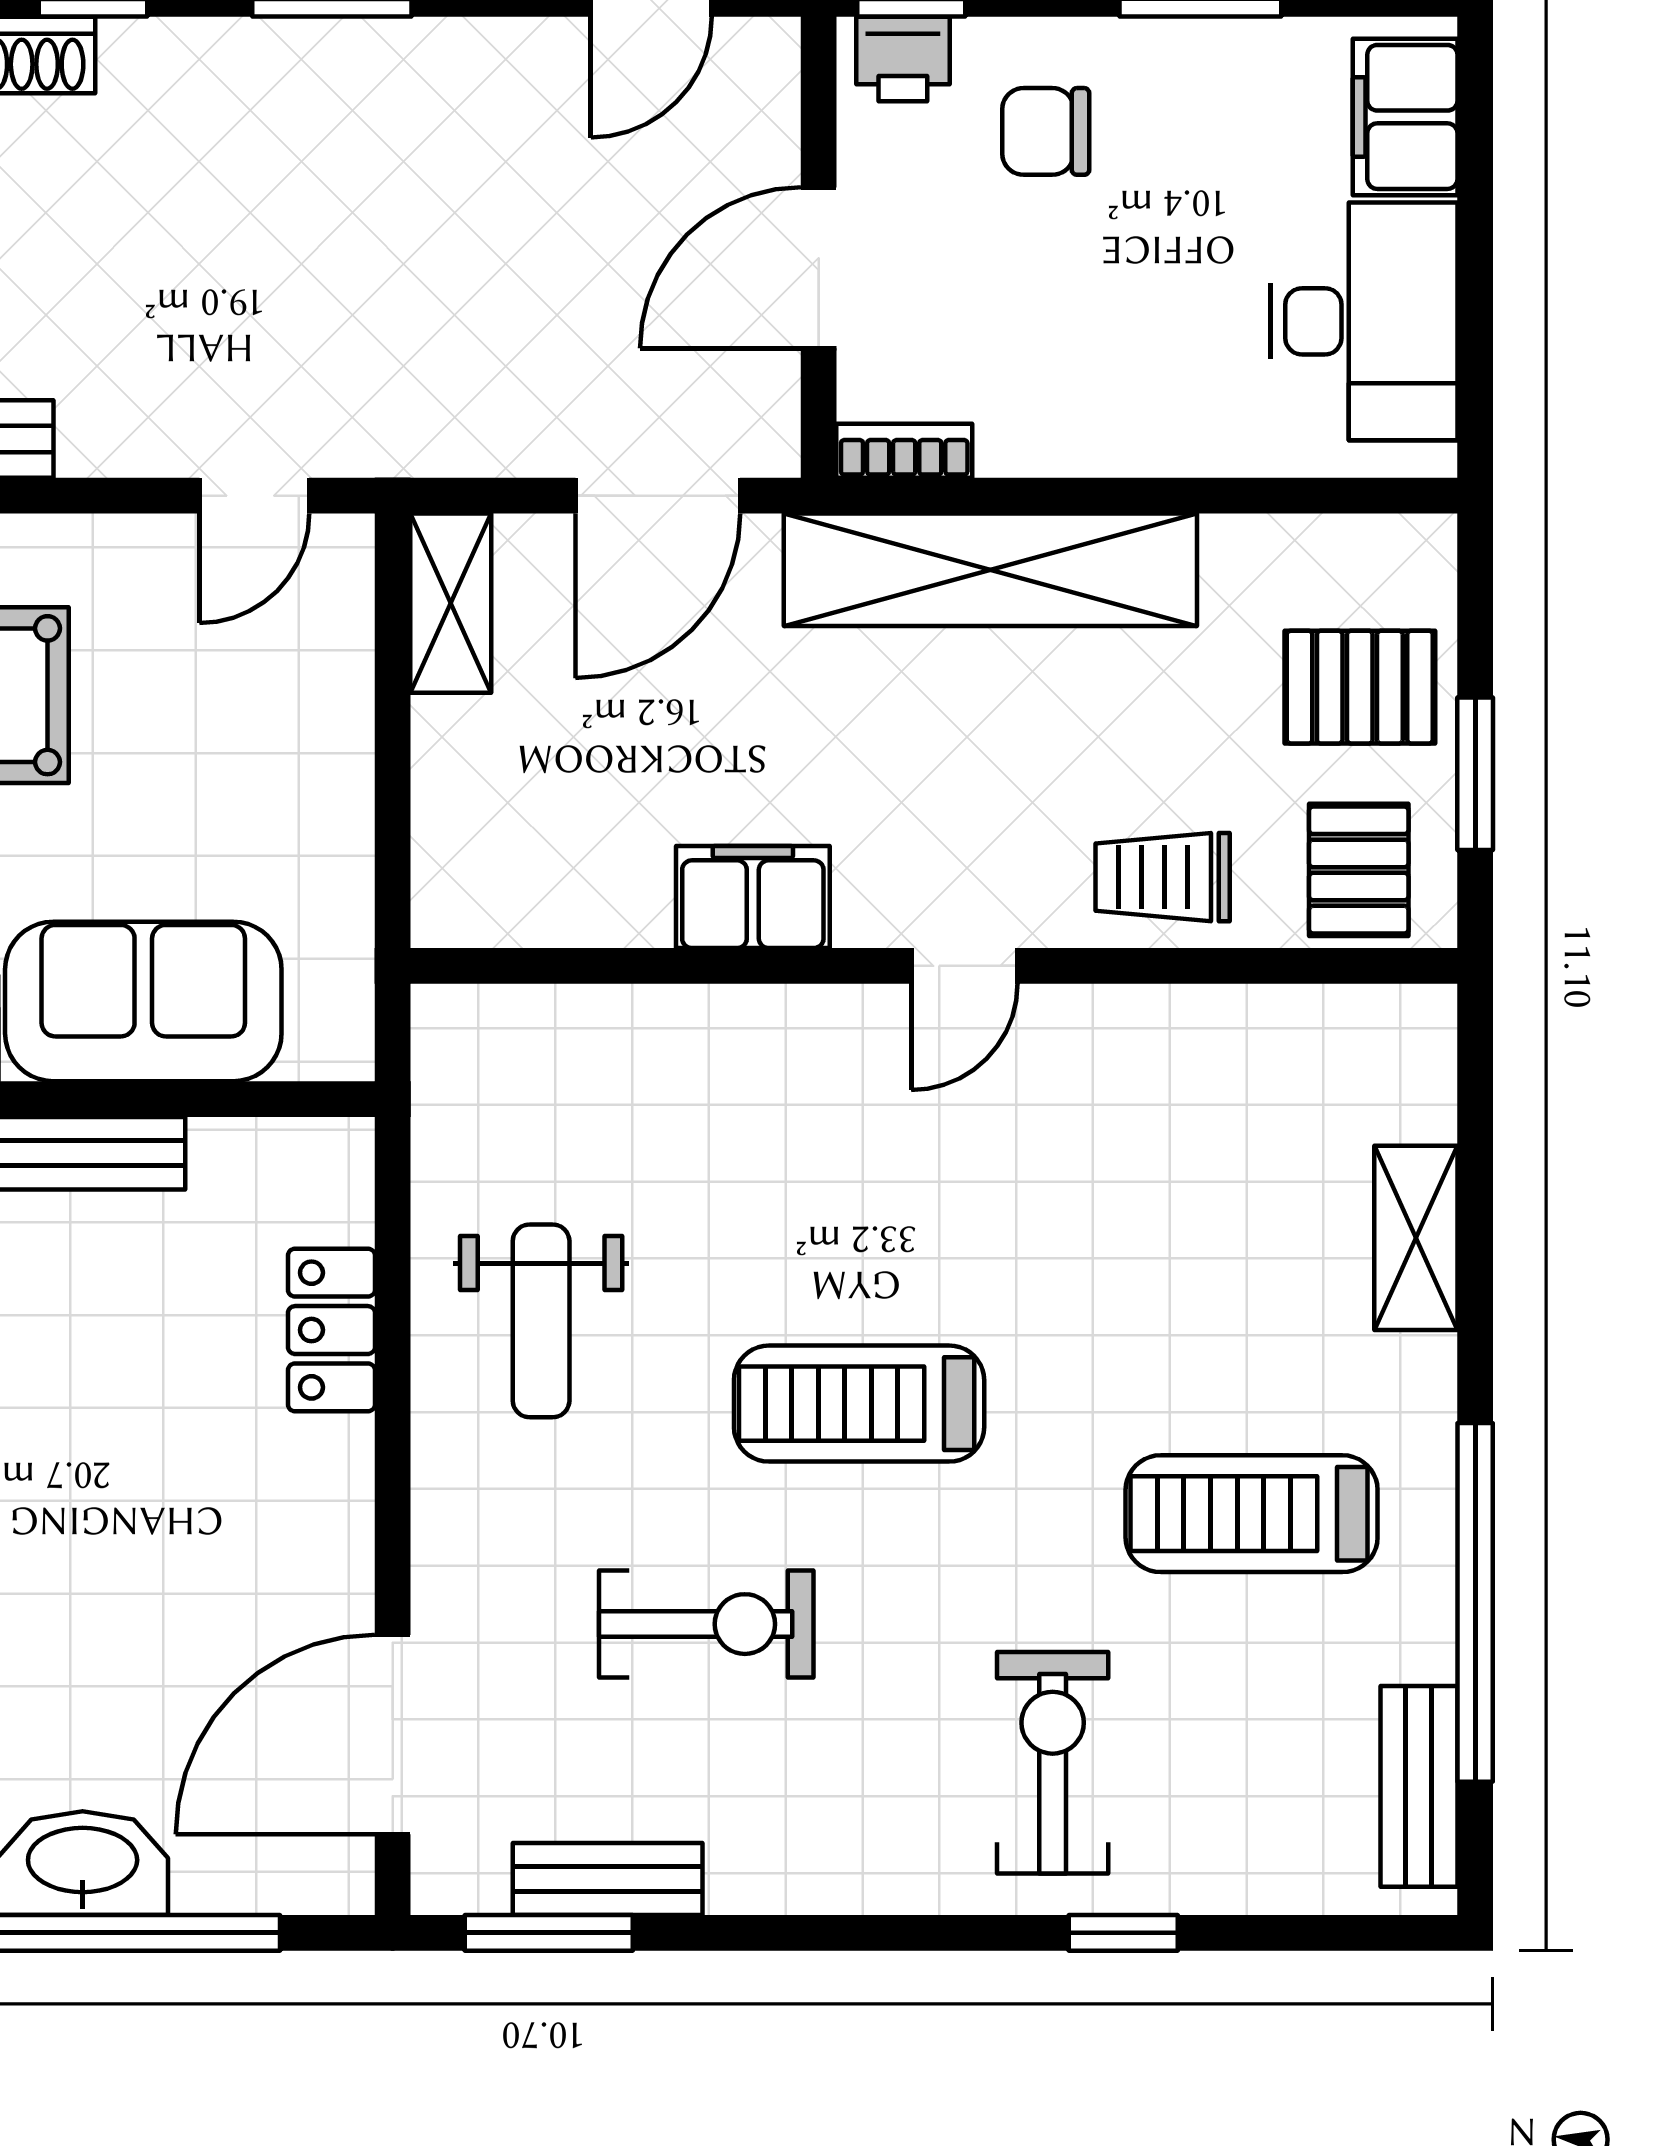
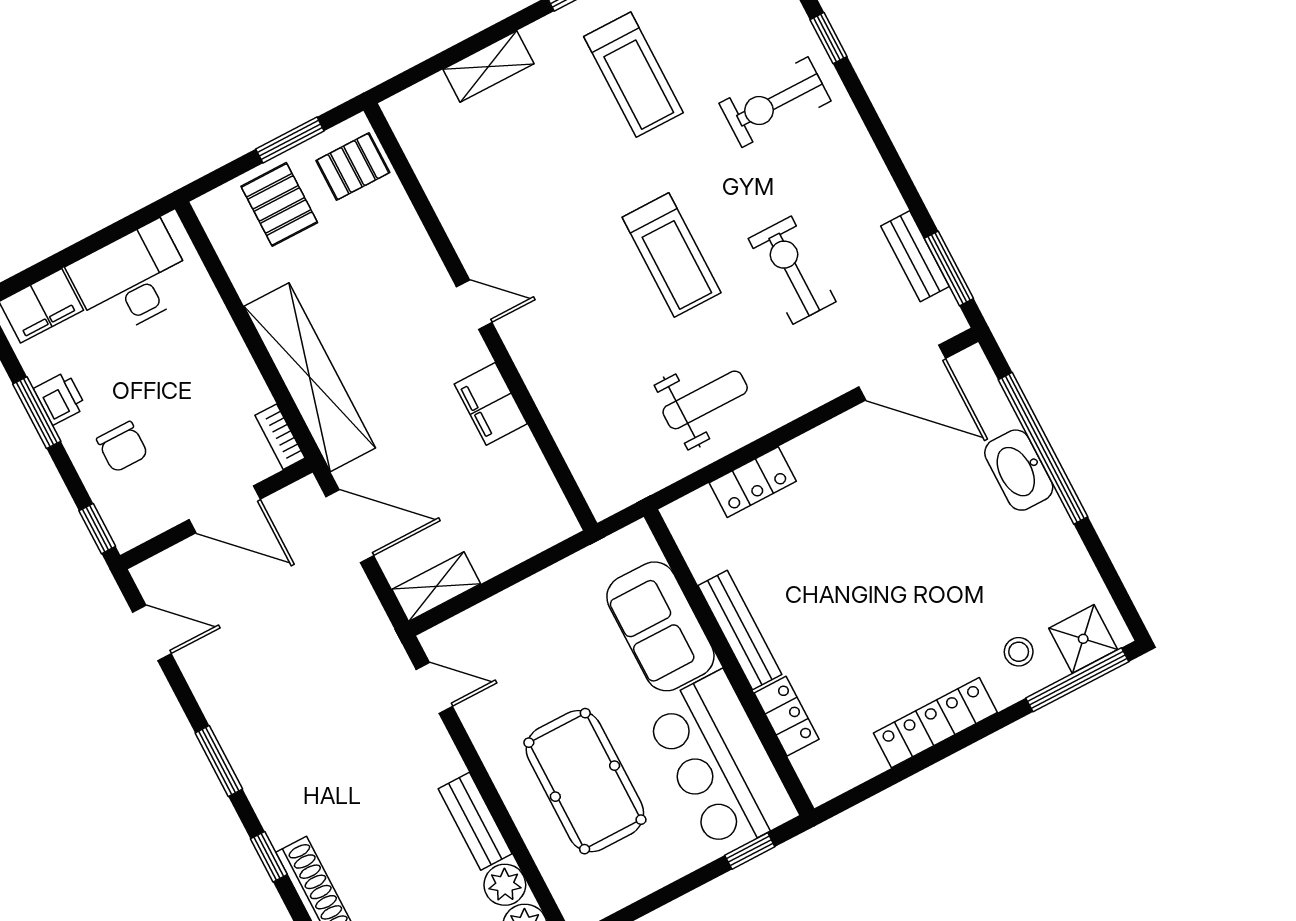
printer: (903, 59) -> (60, 398), moved
trolley: (1163, 877) -> (397, 244), removed

